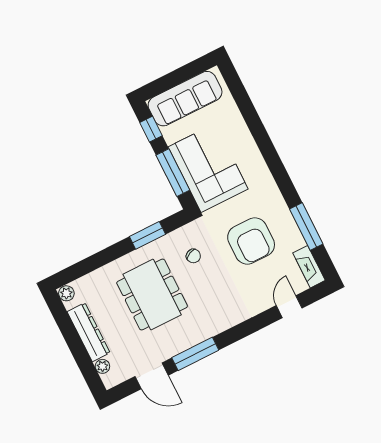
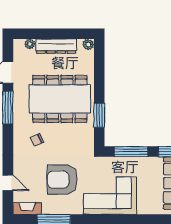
corner sofa: (208, 168) -> (110, 196), moved, turned 180
chair: (193, 256) -> (37, 140), moved
dining table: (152, 295) -> (60, 99), width x1.36, depth x1.24

